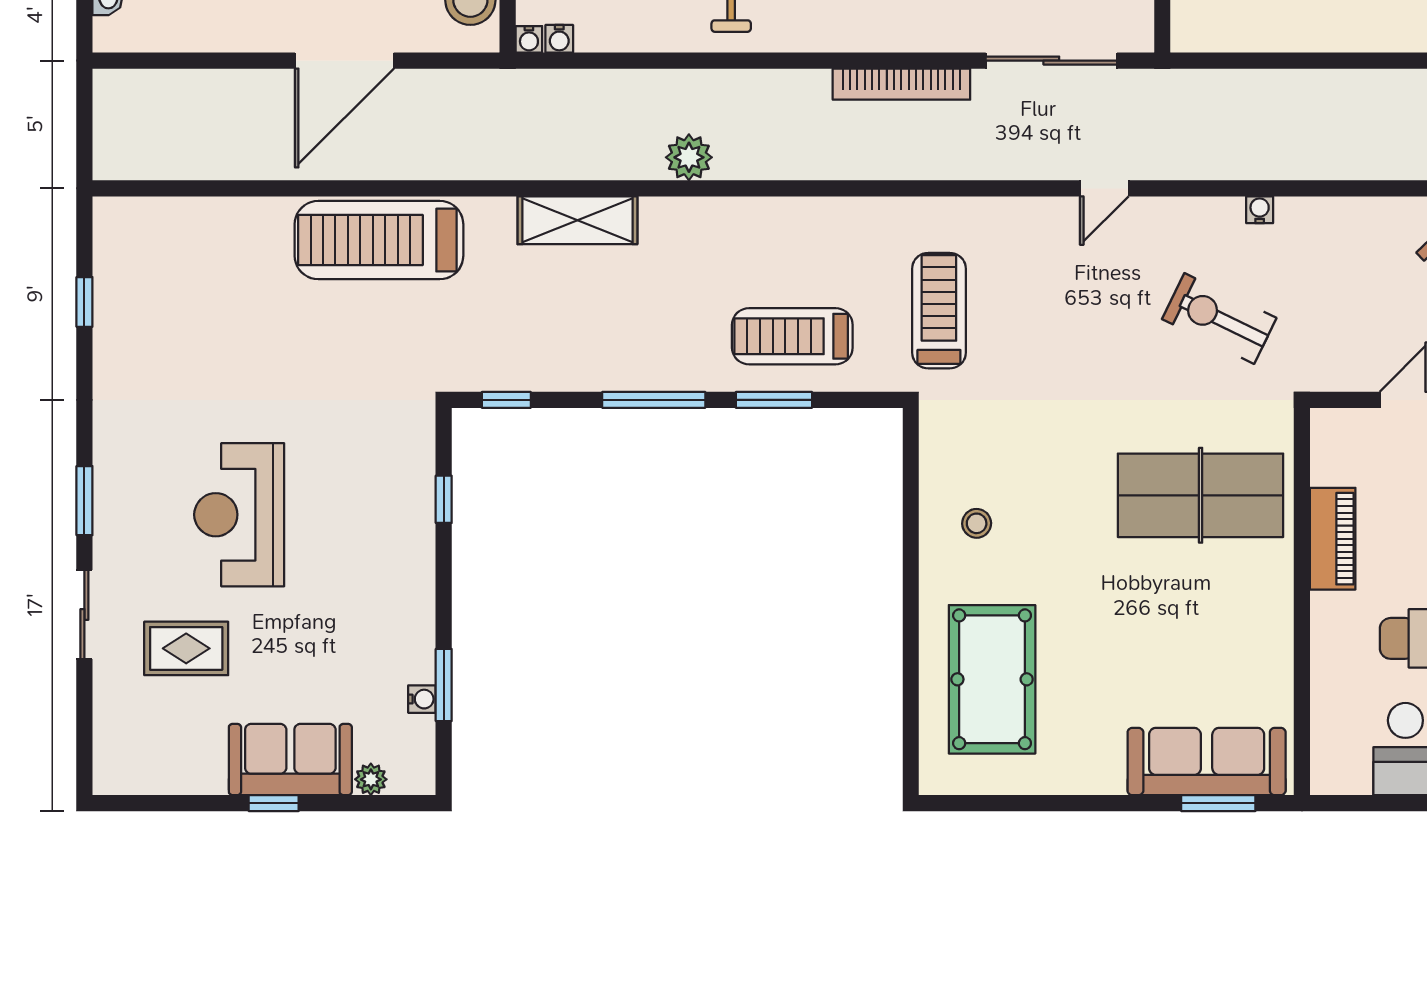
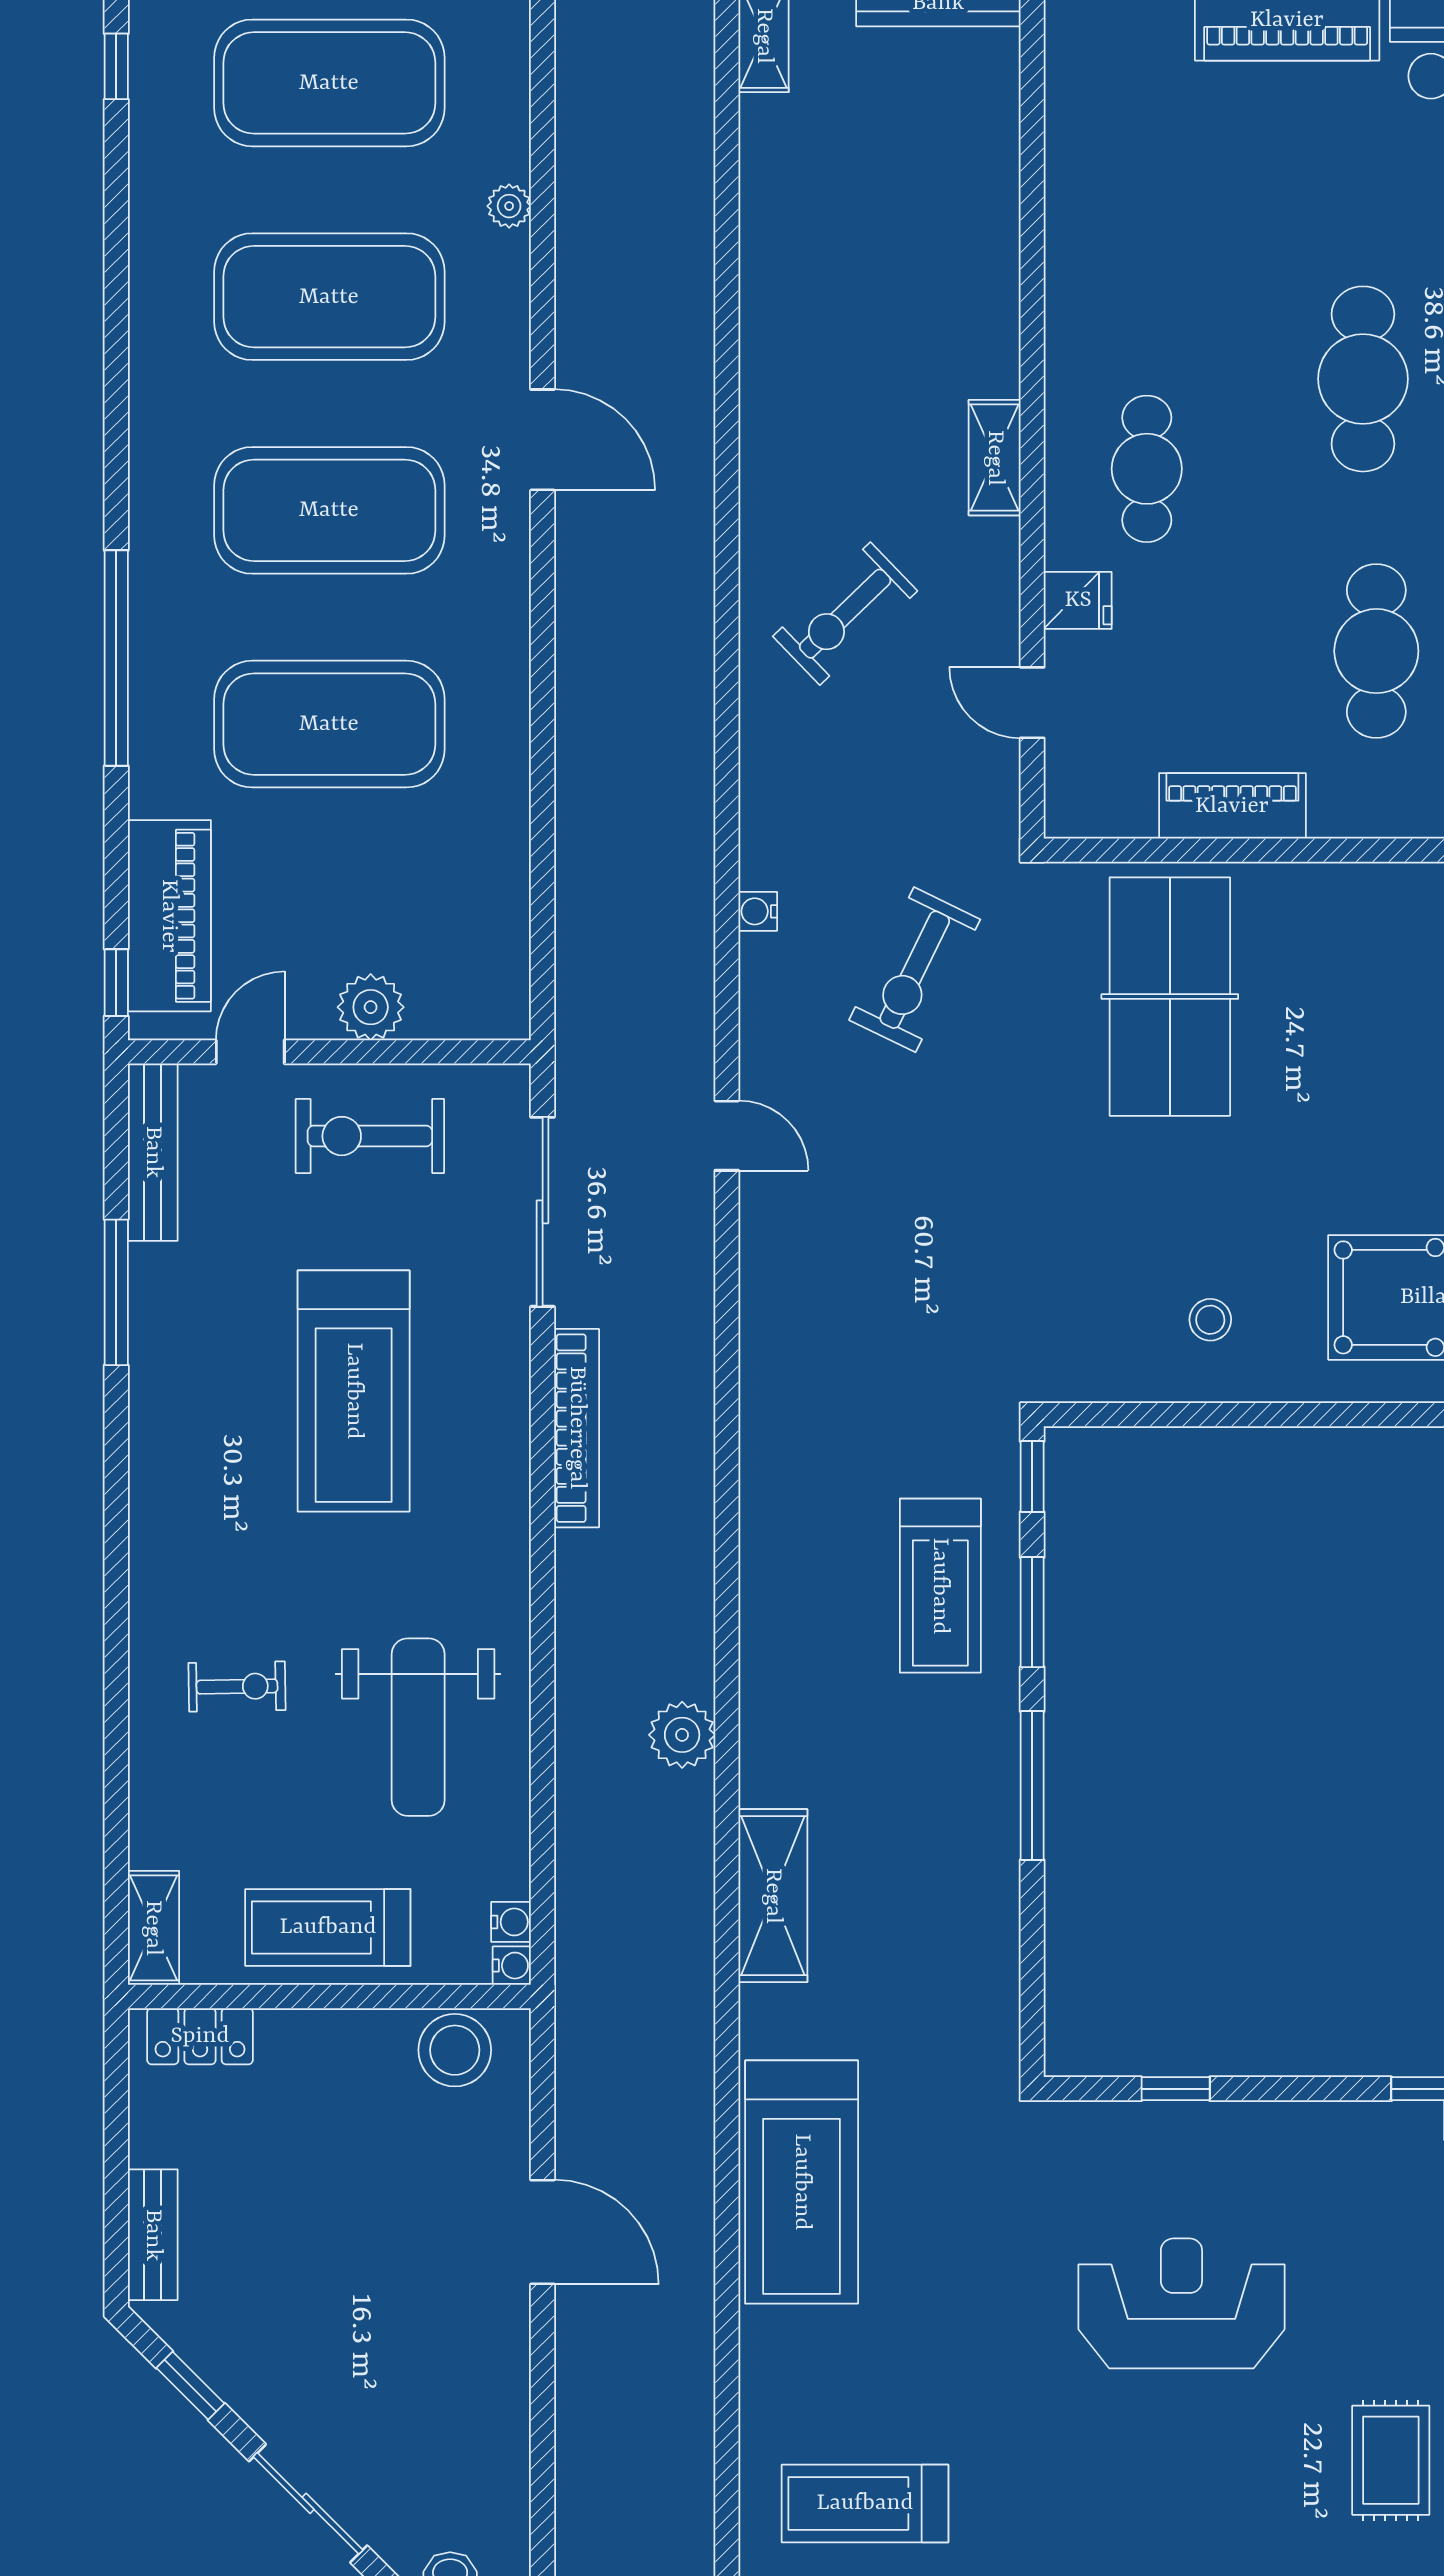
door: (344, 61) -> (543, 2232), width x0.73
treadmill: (939, 311) -> (865, 2503), moved
window: (506, 400) -> (1032, 1477), moved
reception desk: (239, 515) -> (1181, 2303), moved, turned 180

